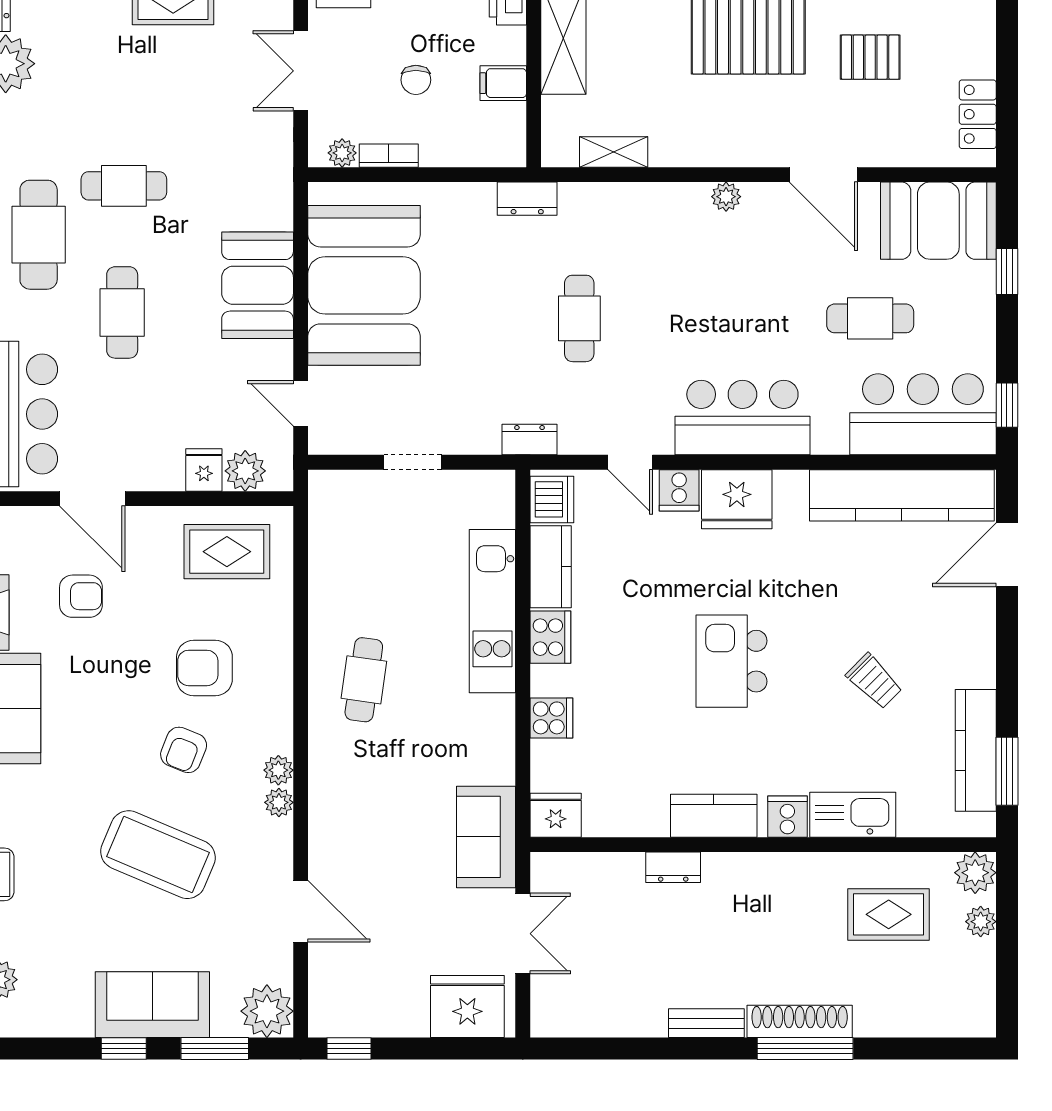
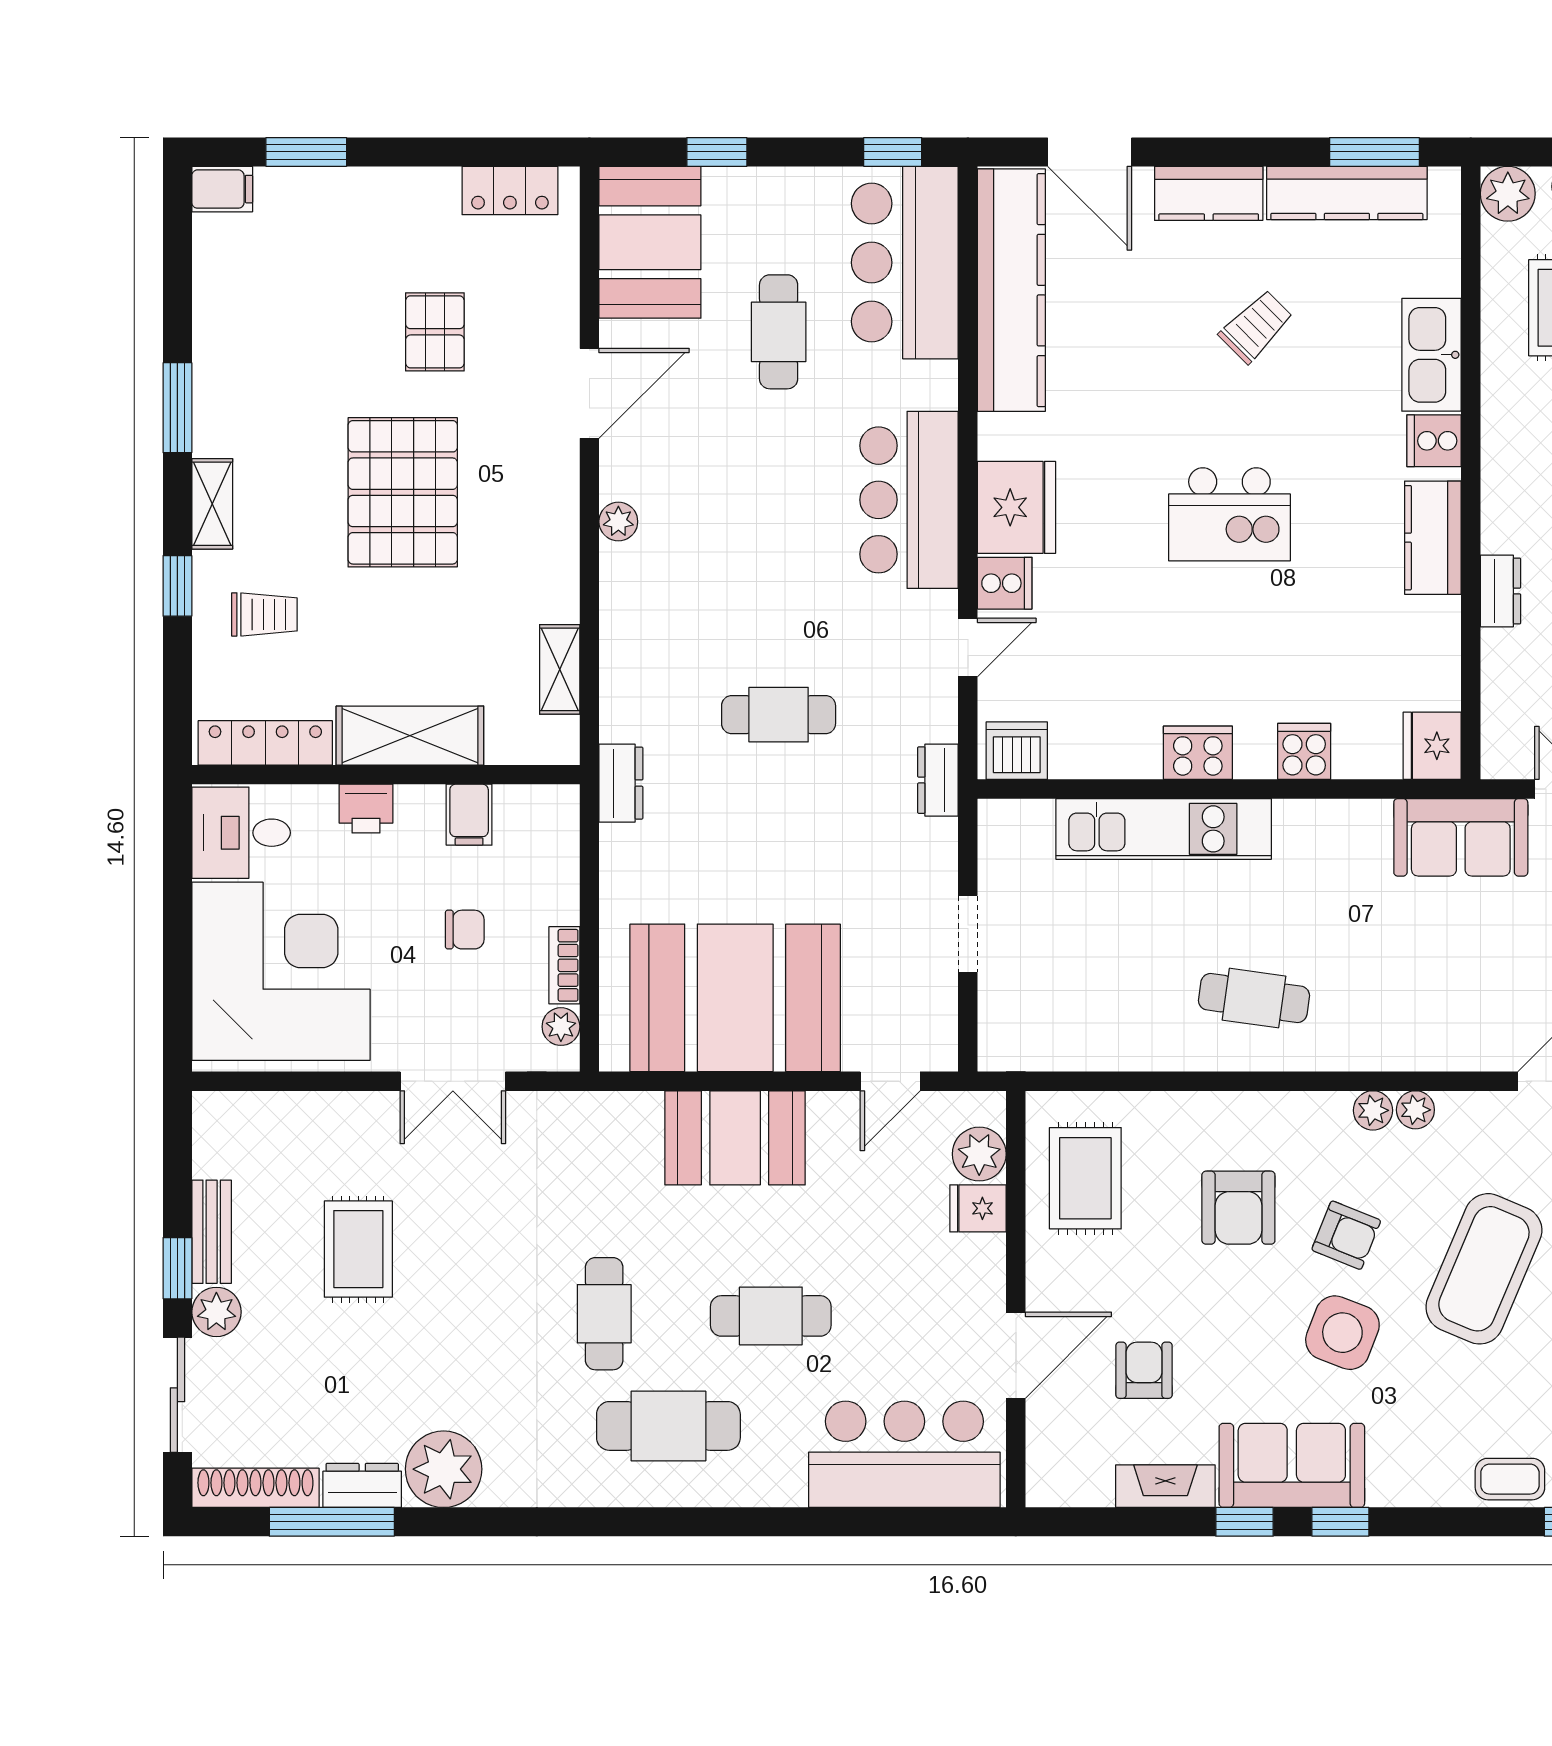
kitchen counter: (551, 567) -> (1209, 193), moved, turned 180
side table: (109, 747) -> (1342, 1333), added

